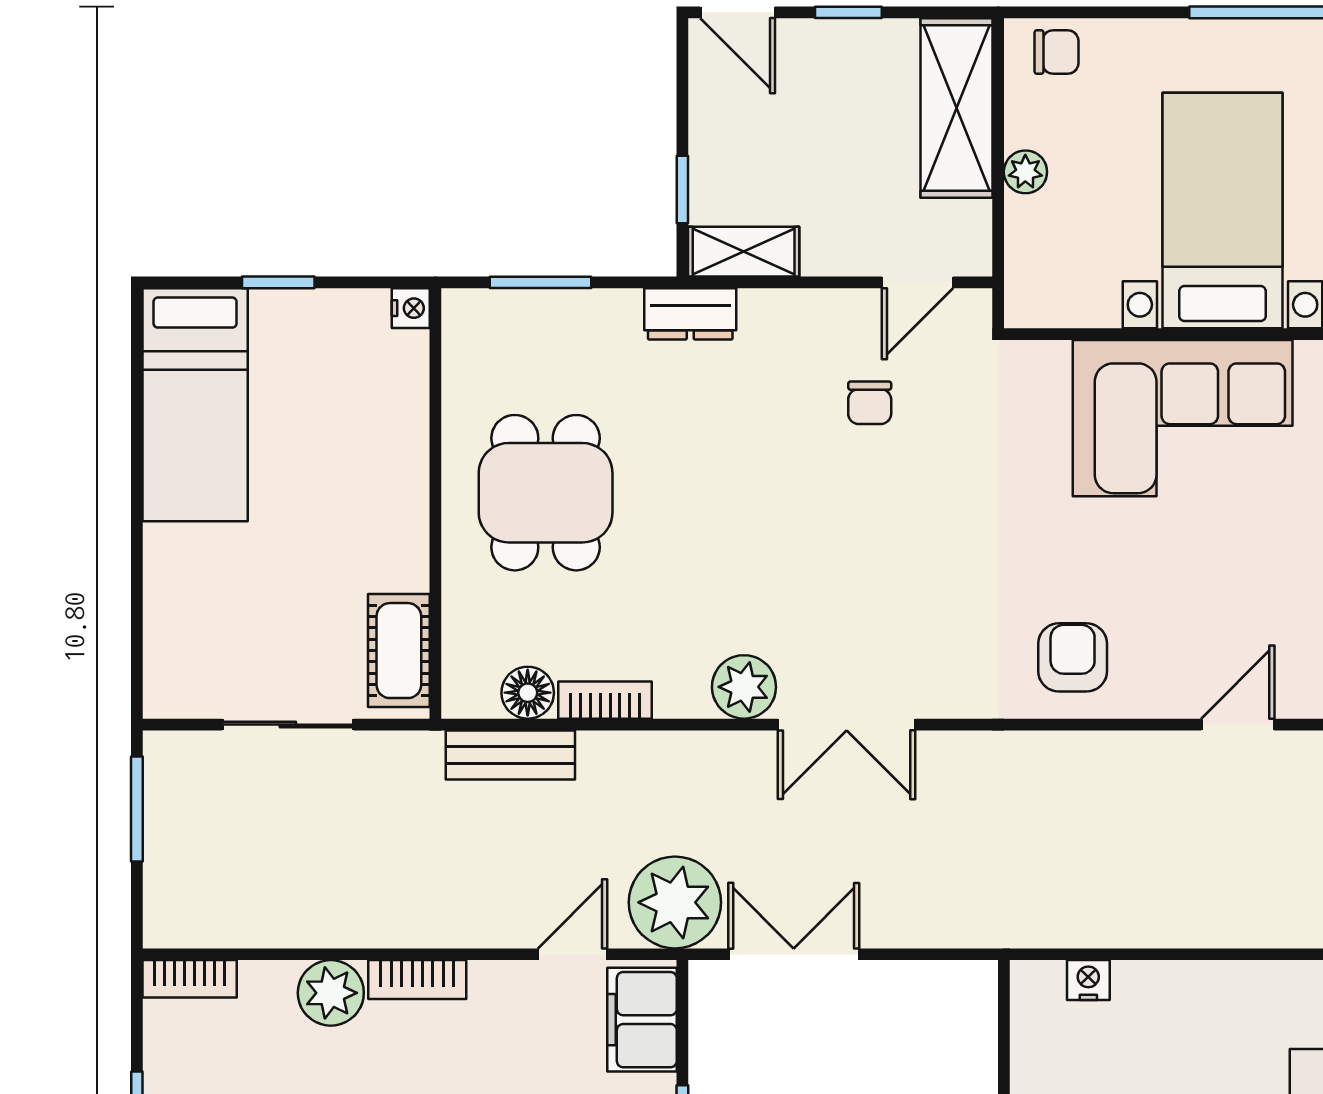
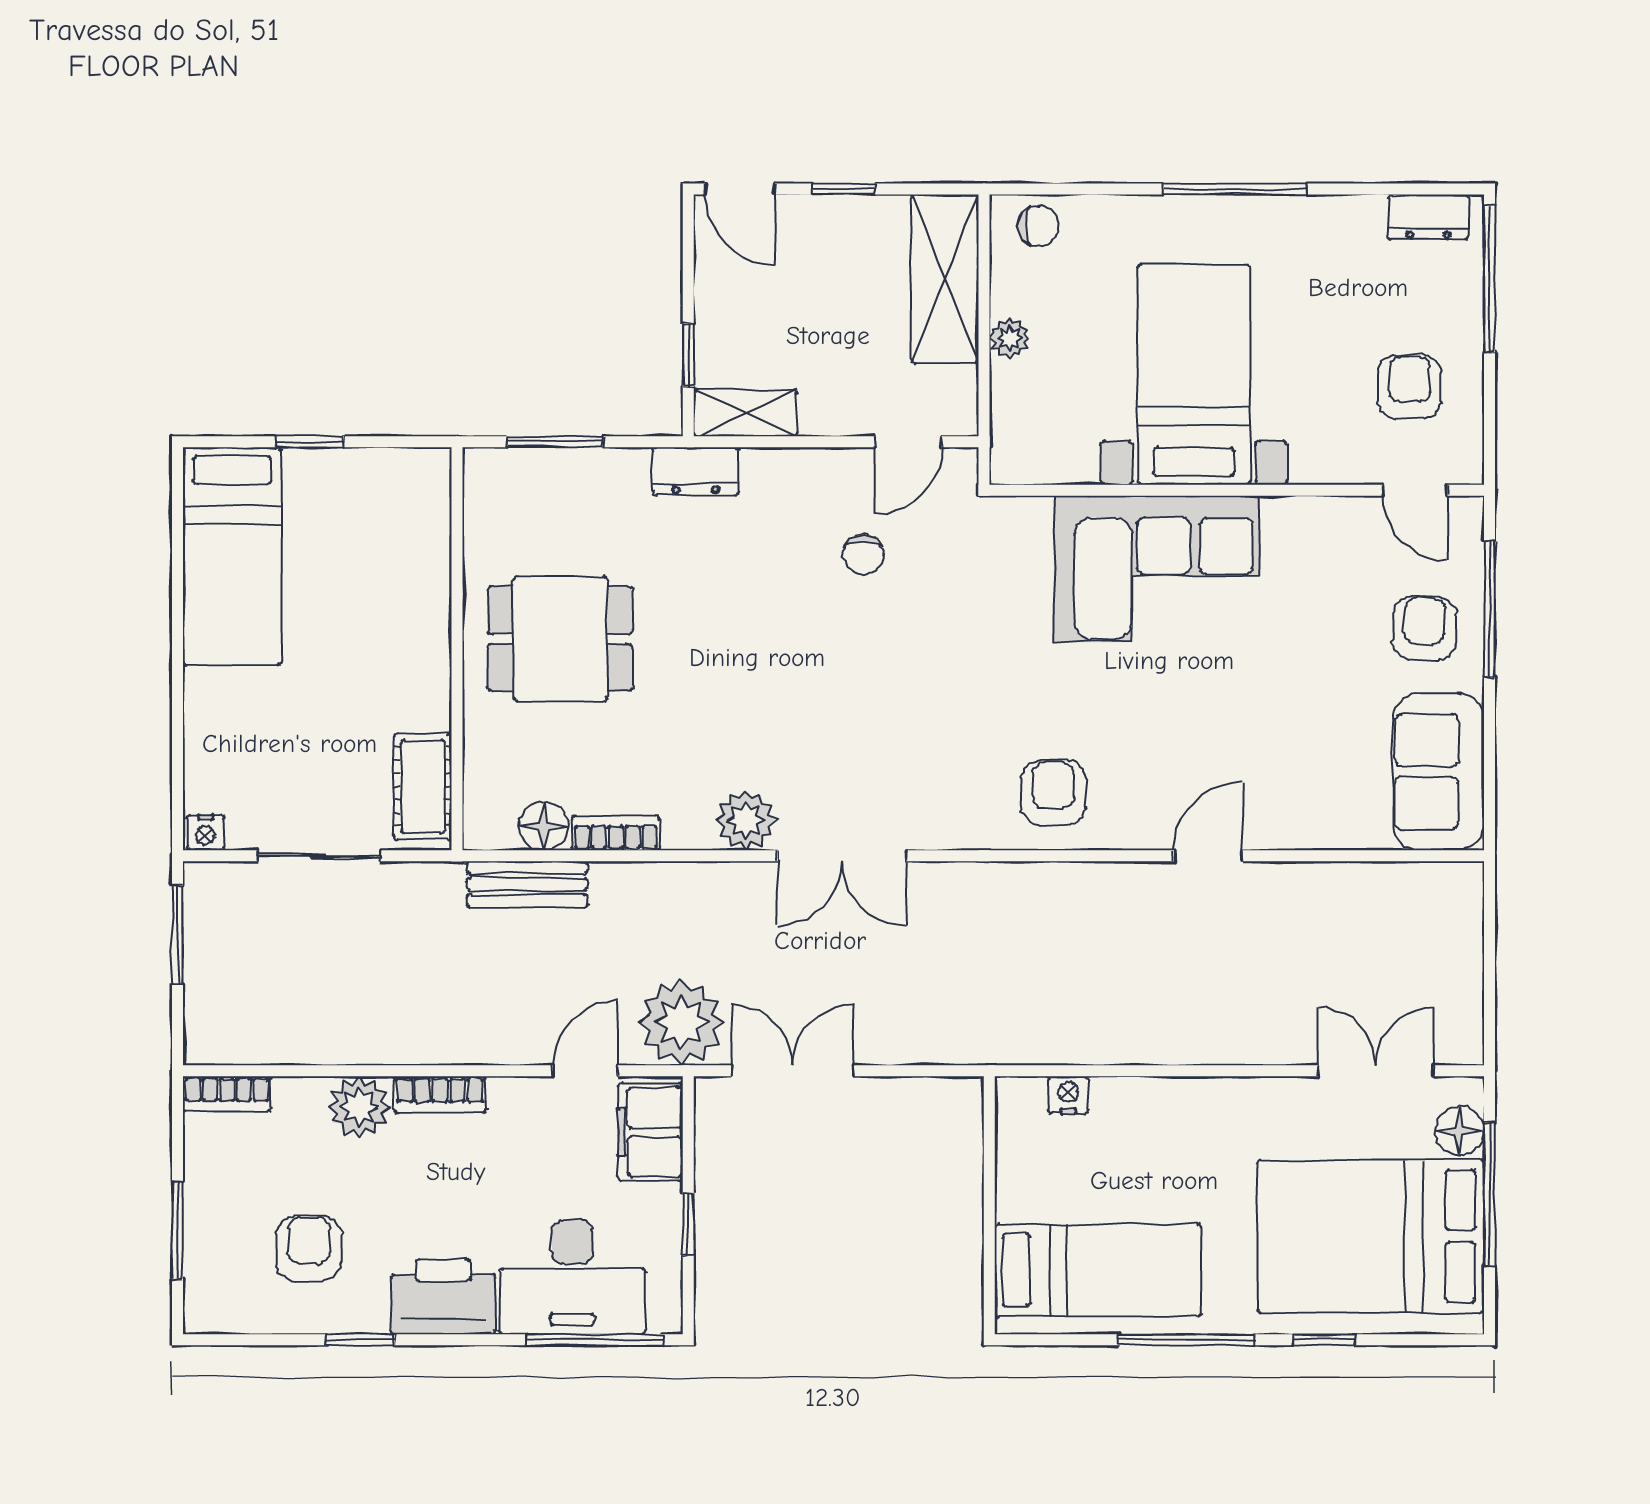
nightstand: (411, 308) -> (206, 833), moved, turned 90
dining table: (546, 493) -> (560, 639), turned 90

